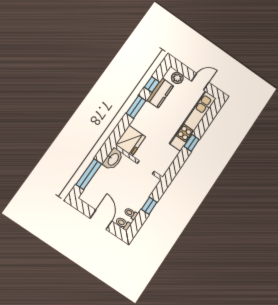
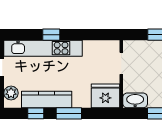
kitchen counter: (160, 93) -> (47, 100), width x1.50
window: (192, 143) -> (51, 35), moved

